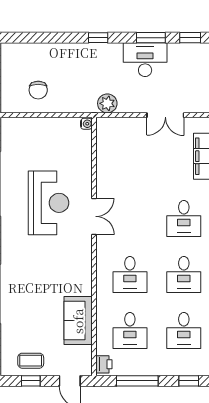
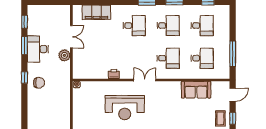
chair: (38, 90) -> (39, 83), moved
plant: (107, 103) -> (64, 55), moved
reception desk: (49, 203) -> (125, 108), turned 180
double door: (94, 216) -> (145, 80), moved
printer: (104, 364) -> (114, 74), moved
window: (189, 381) -> (233, 23), removed

